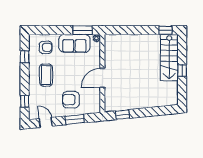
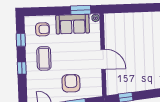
door: (102, 78) -> (103, 59), swing flipped
armchair: (71, 100) -> (71, 83), turned 90
window: (25, 101) -> (22, 68), moved

